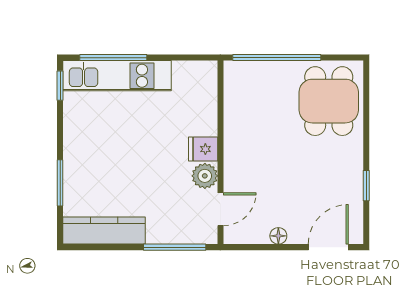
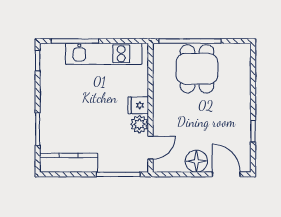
kitchen unit: (117, 76) -> (104, 54), moved
dining table: (329, 101) -> (197, 69), moved
floor lamp: (278, 236) -> (196, 161), width x1.89, depth x1.89
door: (328, 247) -> (226, 174), hinge flipped

